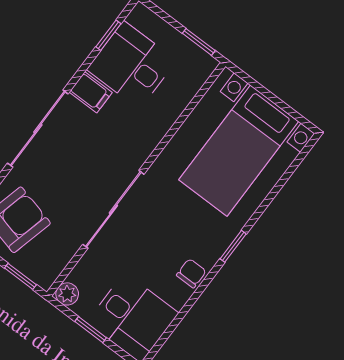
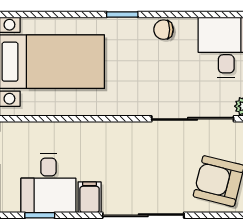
sliding door: (113, 209) -> (193, 119), moved

